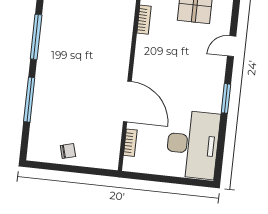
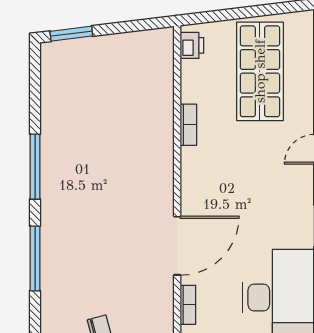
door: (127, 101) -> (177, 246), hinge flipped

